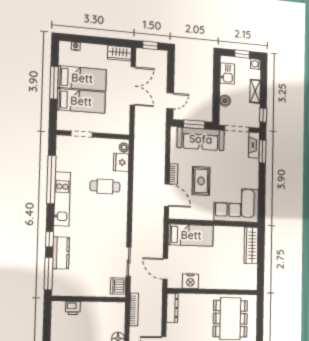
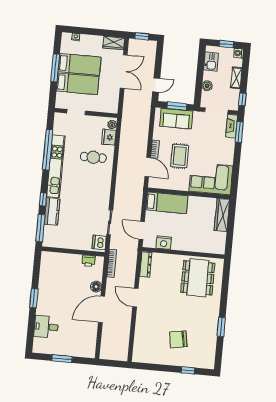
sofa: (201, 139) -> (176, 119), width x0.73
kitchen unit: (62, 199) -> (56, 166), width x1.36
printer: (73, 308) -> (89, 261), moved

